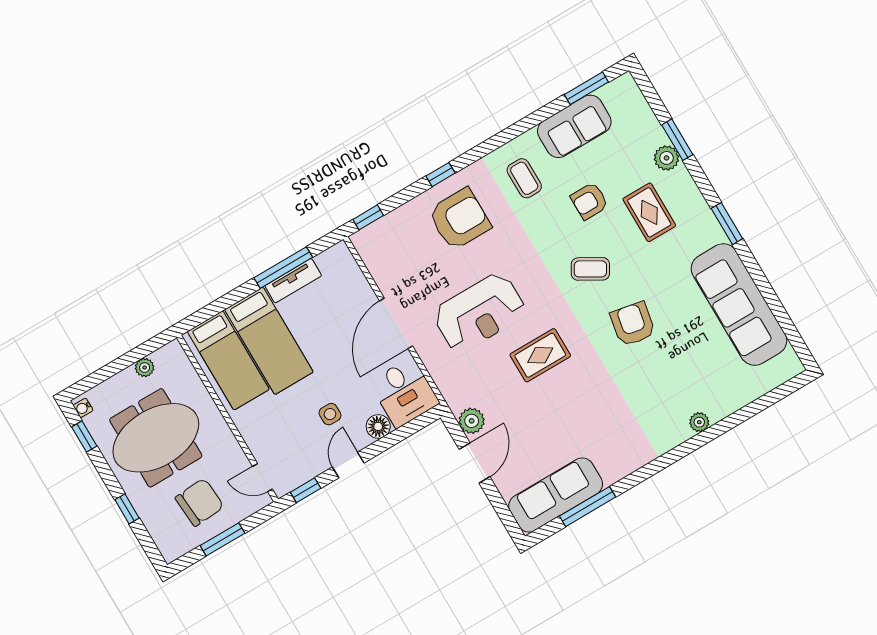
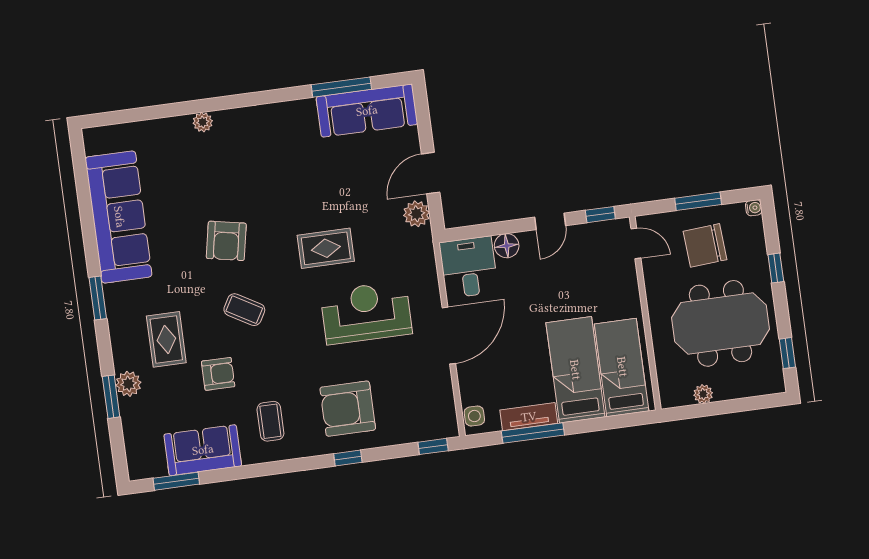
water cooler: (83, 408) -> (754, 208), moved
side table: (330, 414) -> (474, 416), moved

